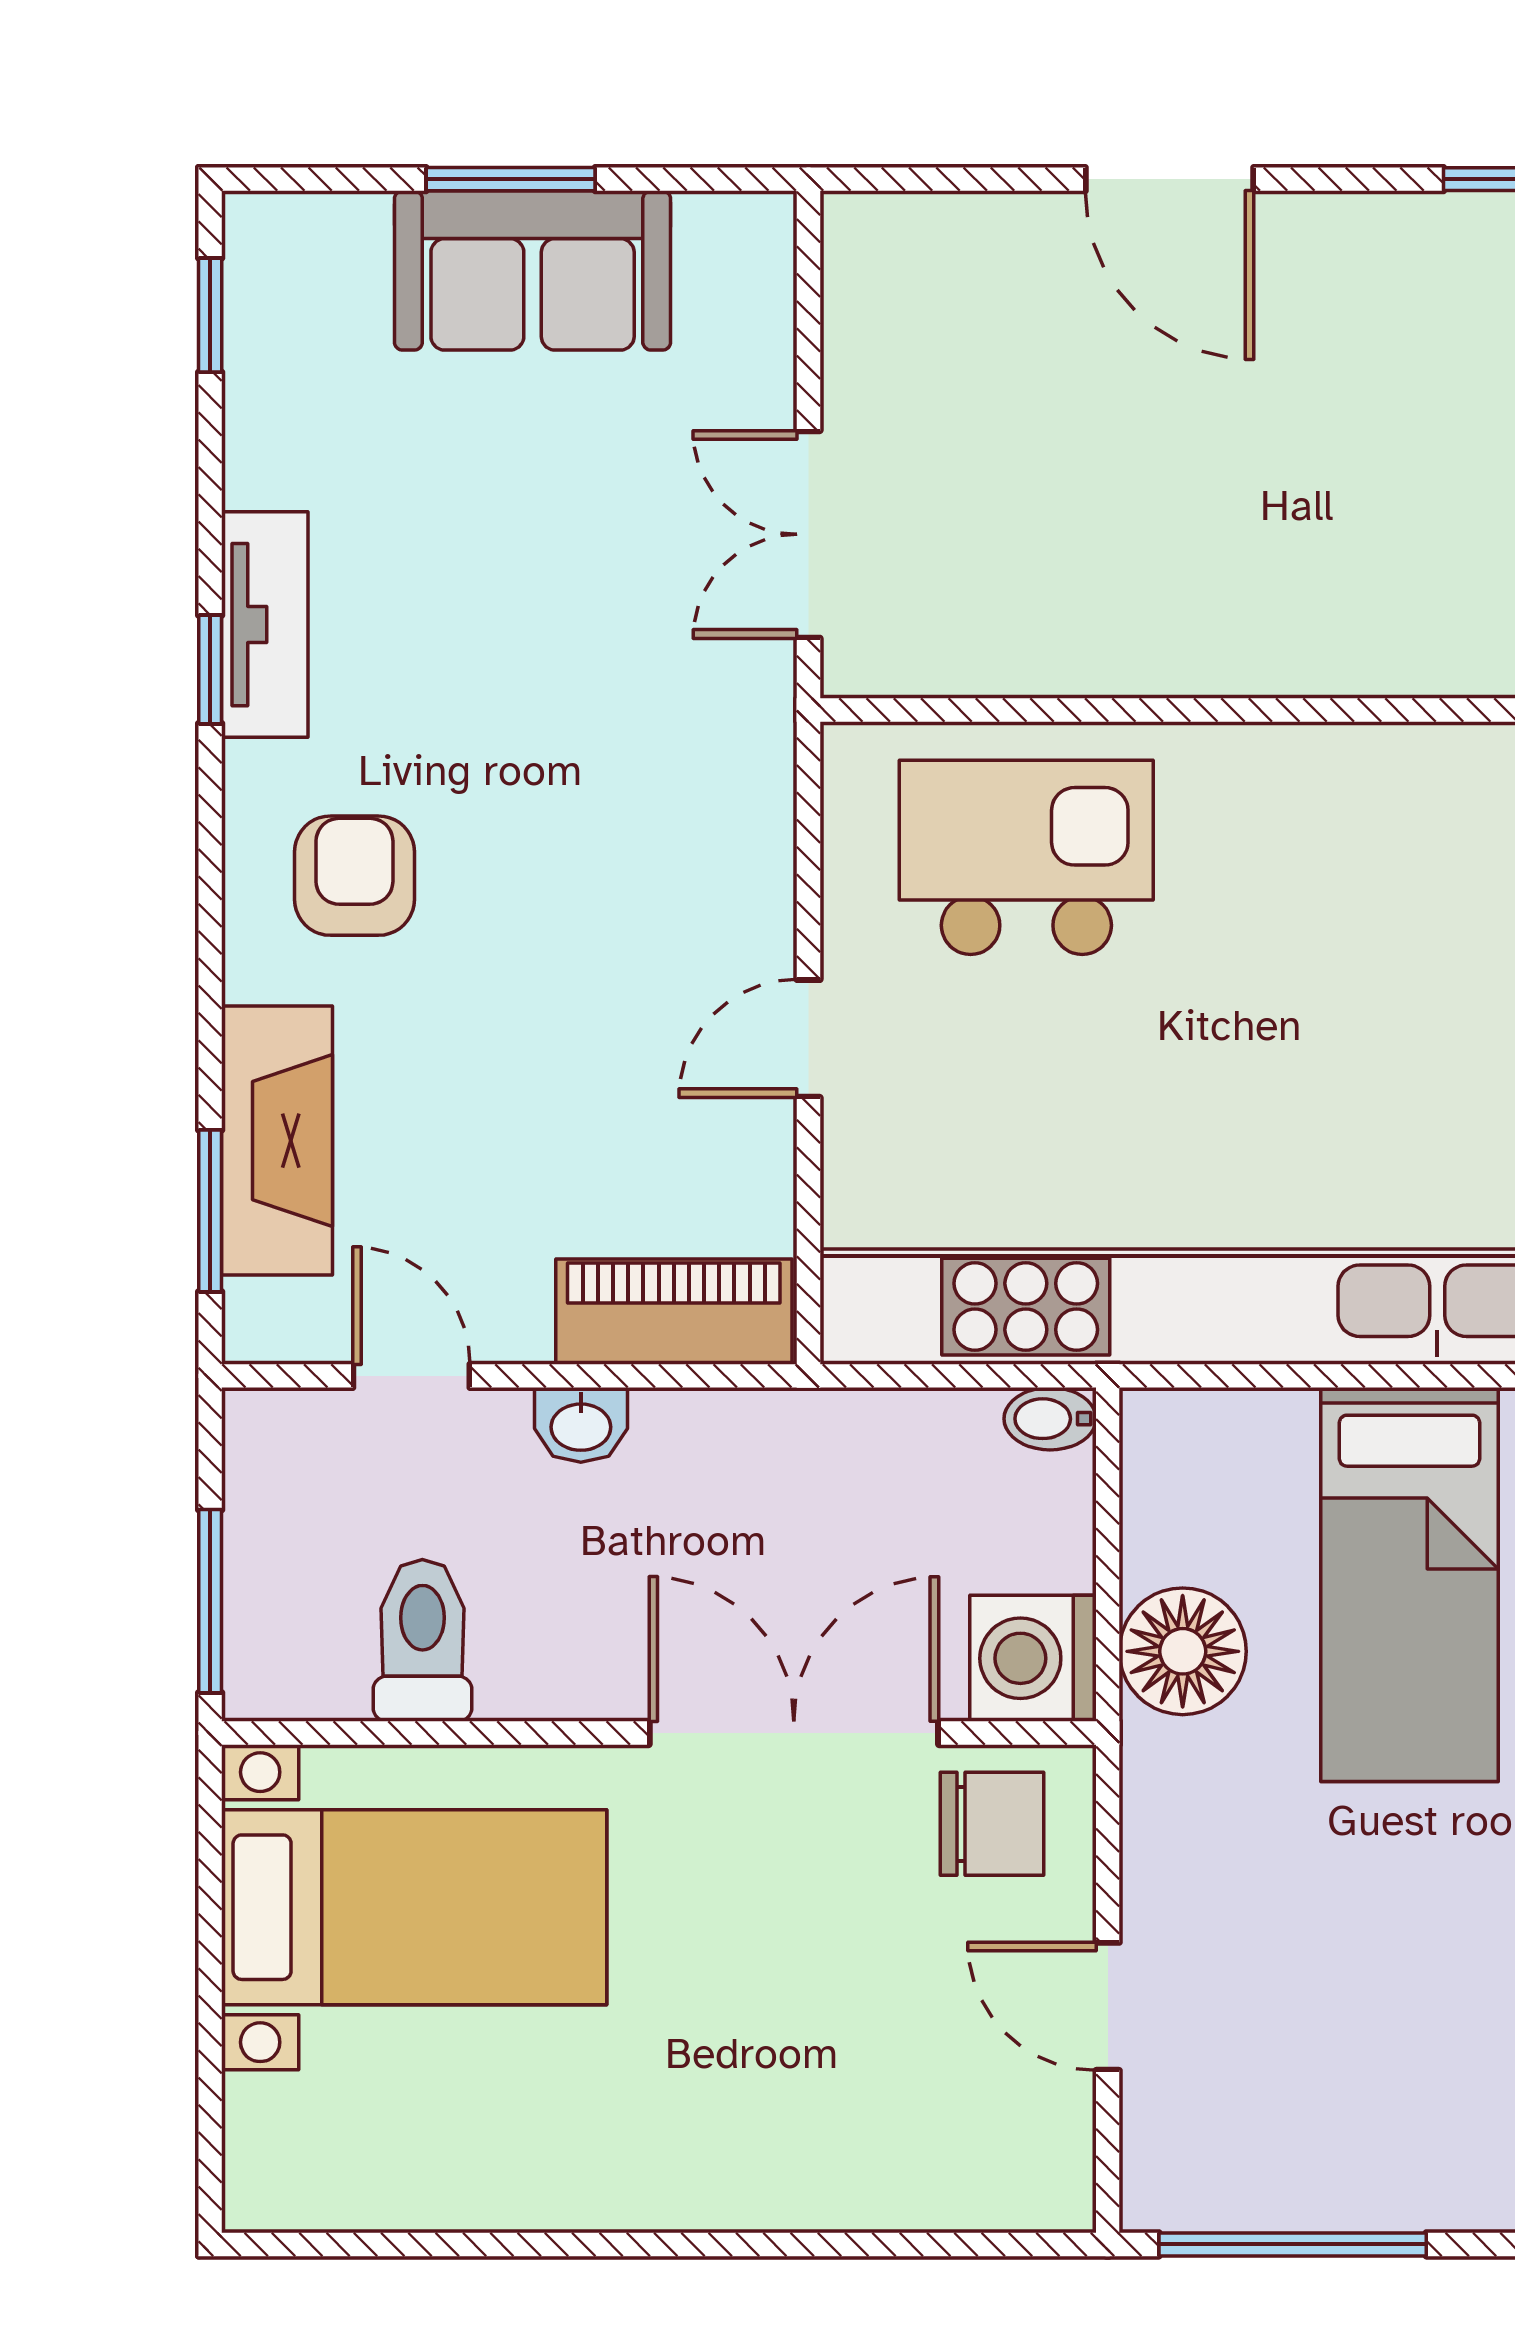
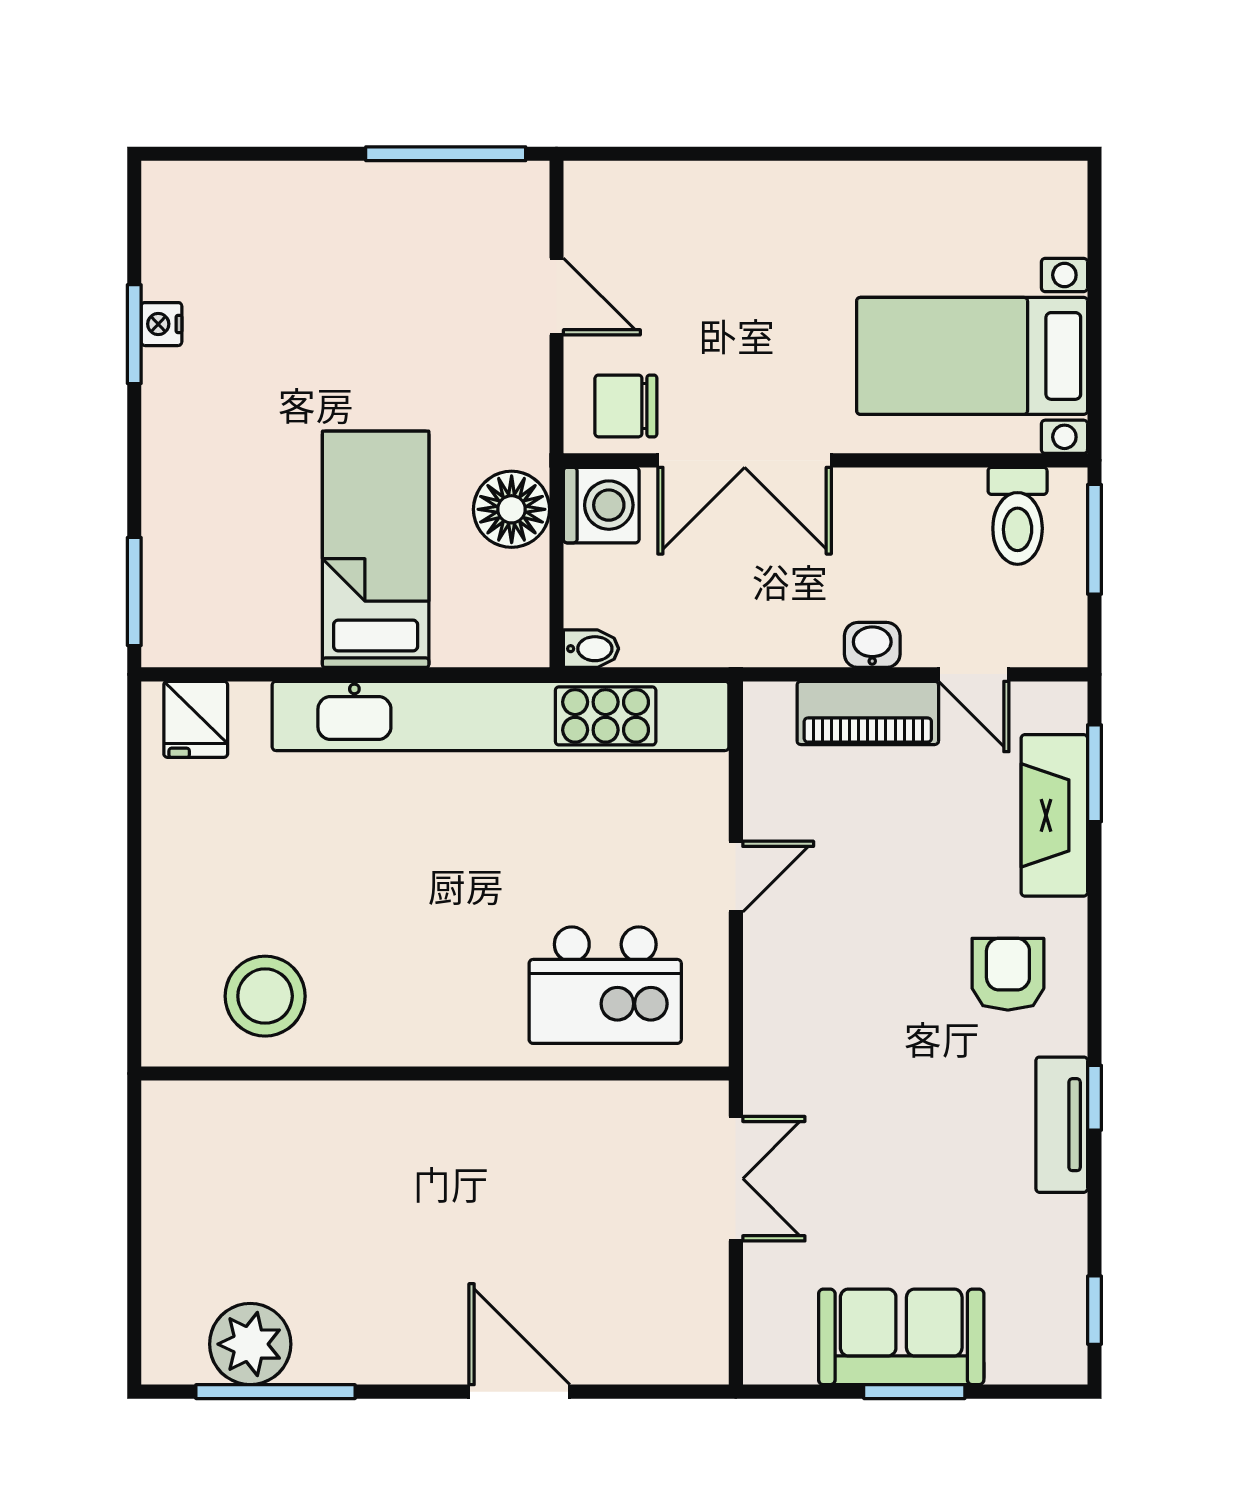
armchair: (354, 876) -> (1008, 974), turned 180
piano: (674, 1312) -> (868, 713), moved
toilet: (422, 1640) -> (1018, 516), moved

